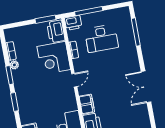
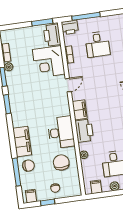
desk: (101, 38) -> (98, 44), width x0.73

